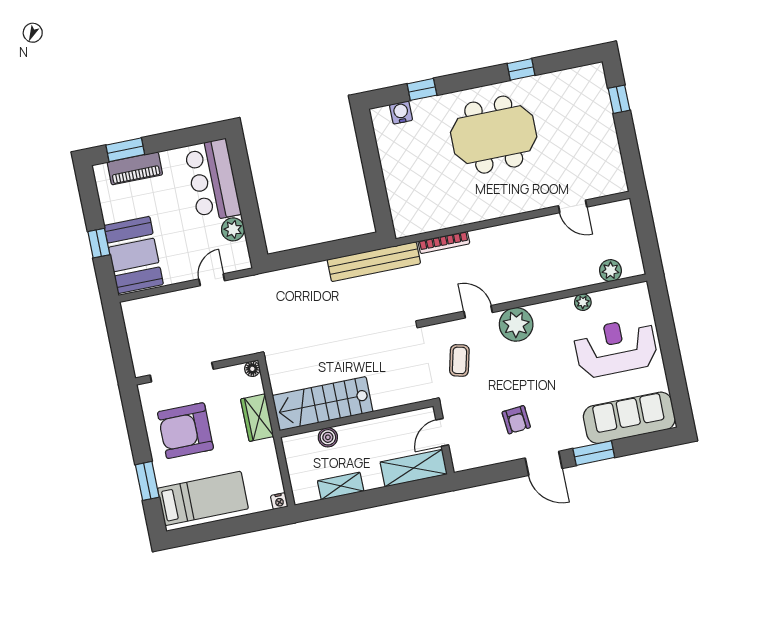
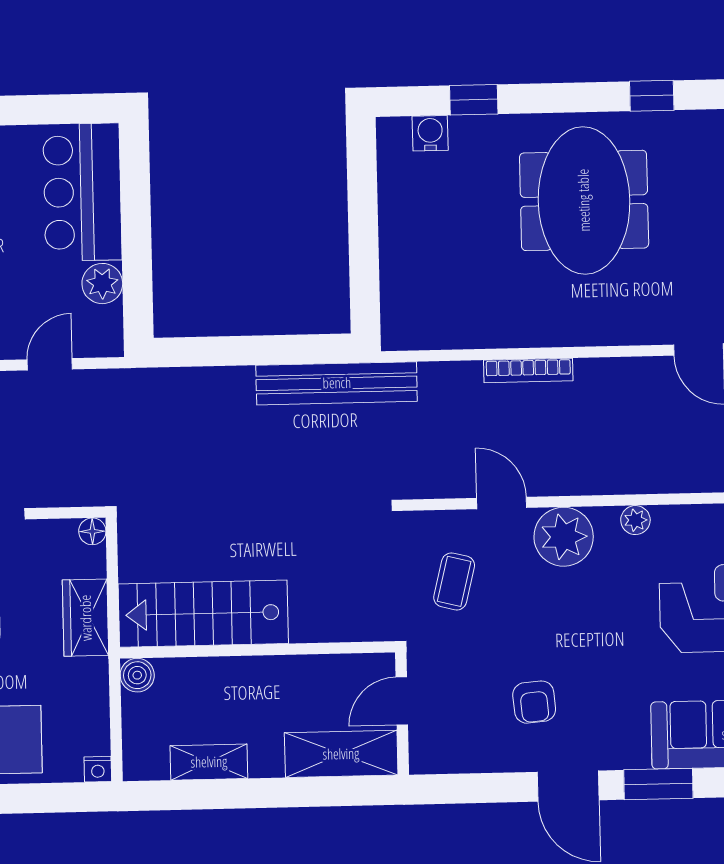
meeting table: (494, 135) -> (584, 200), turned 90
bookcase: (444, 242) -> (528, 370), moved
plant: (583, 302) -> (635, 520), moved
boiler: (328, 437) -> (137, 675), moved

